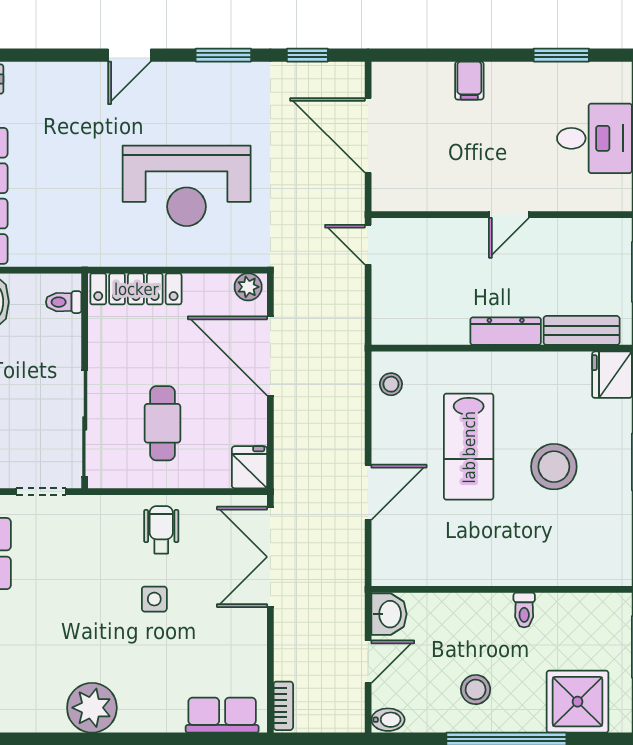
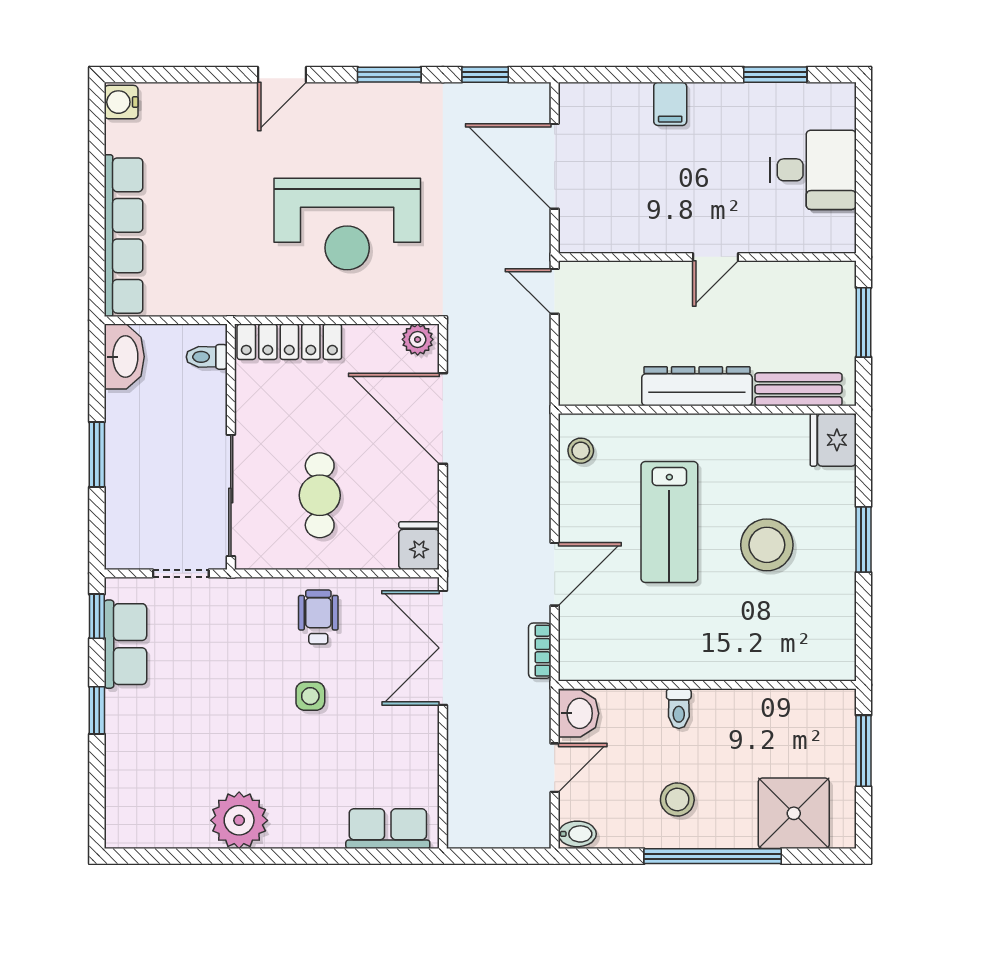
dresser: (506, 331) -> (697, 386), width x1.37, depth x1.24
toilet: (524, 610) -> (679, 709), moved
bookcase: (283, 706) -> (540, 651), moved, turned 180

